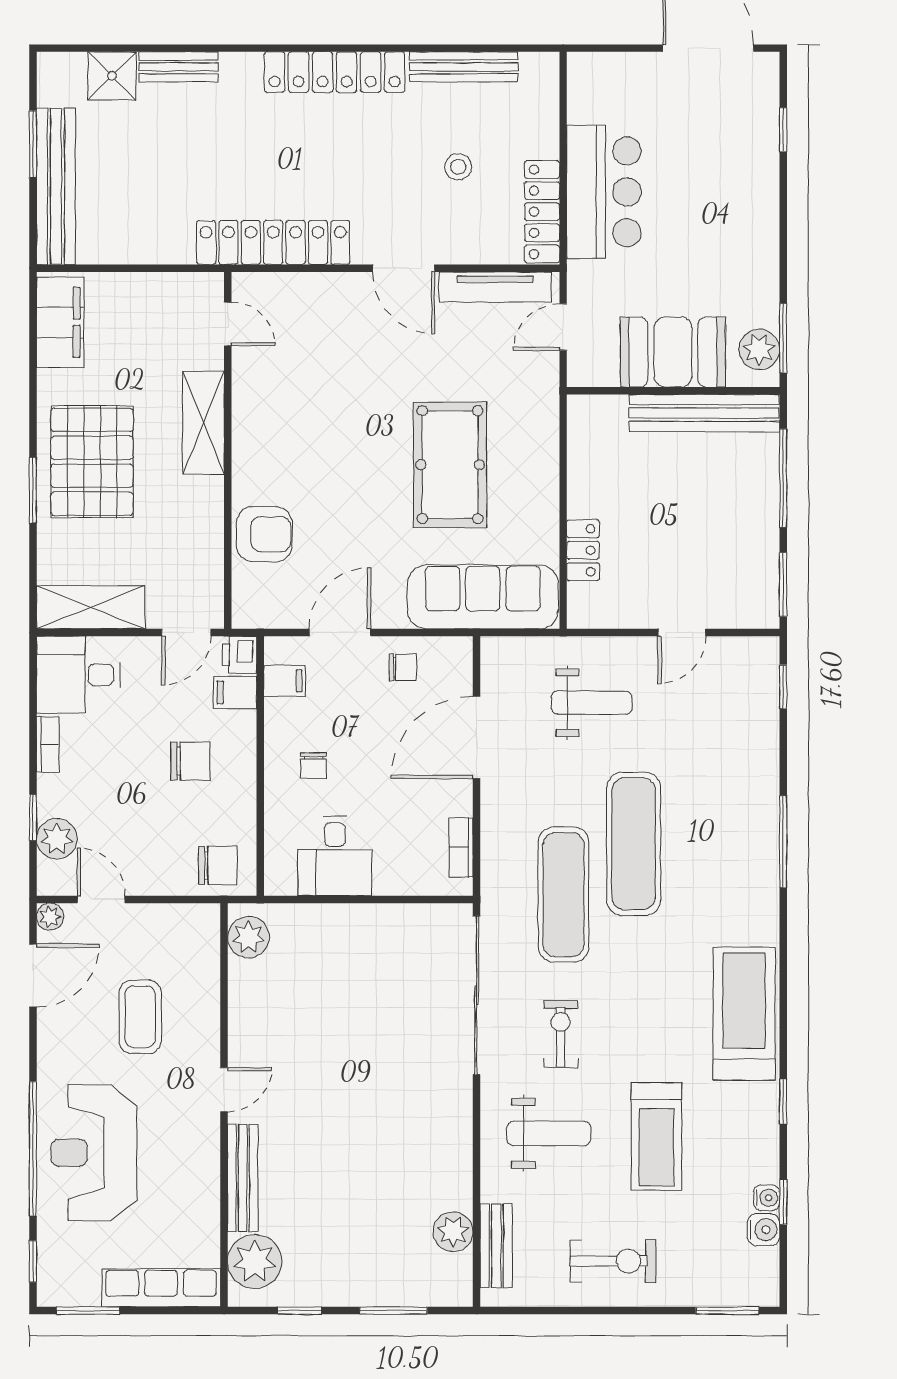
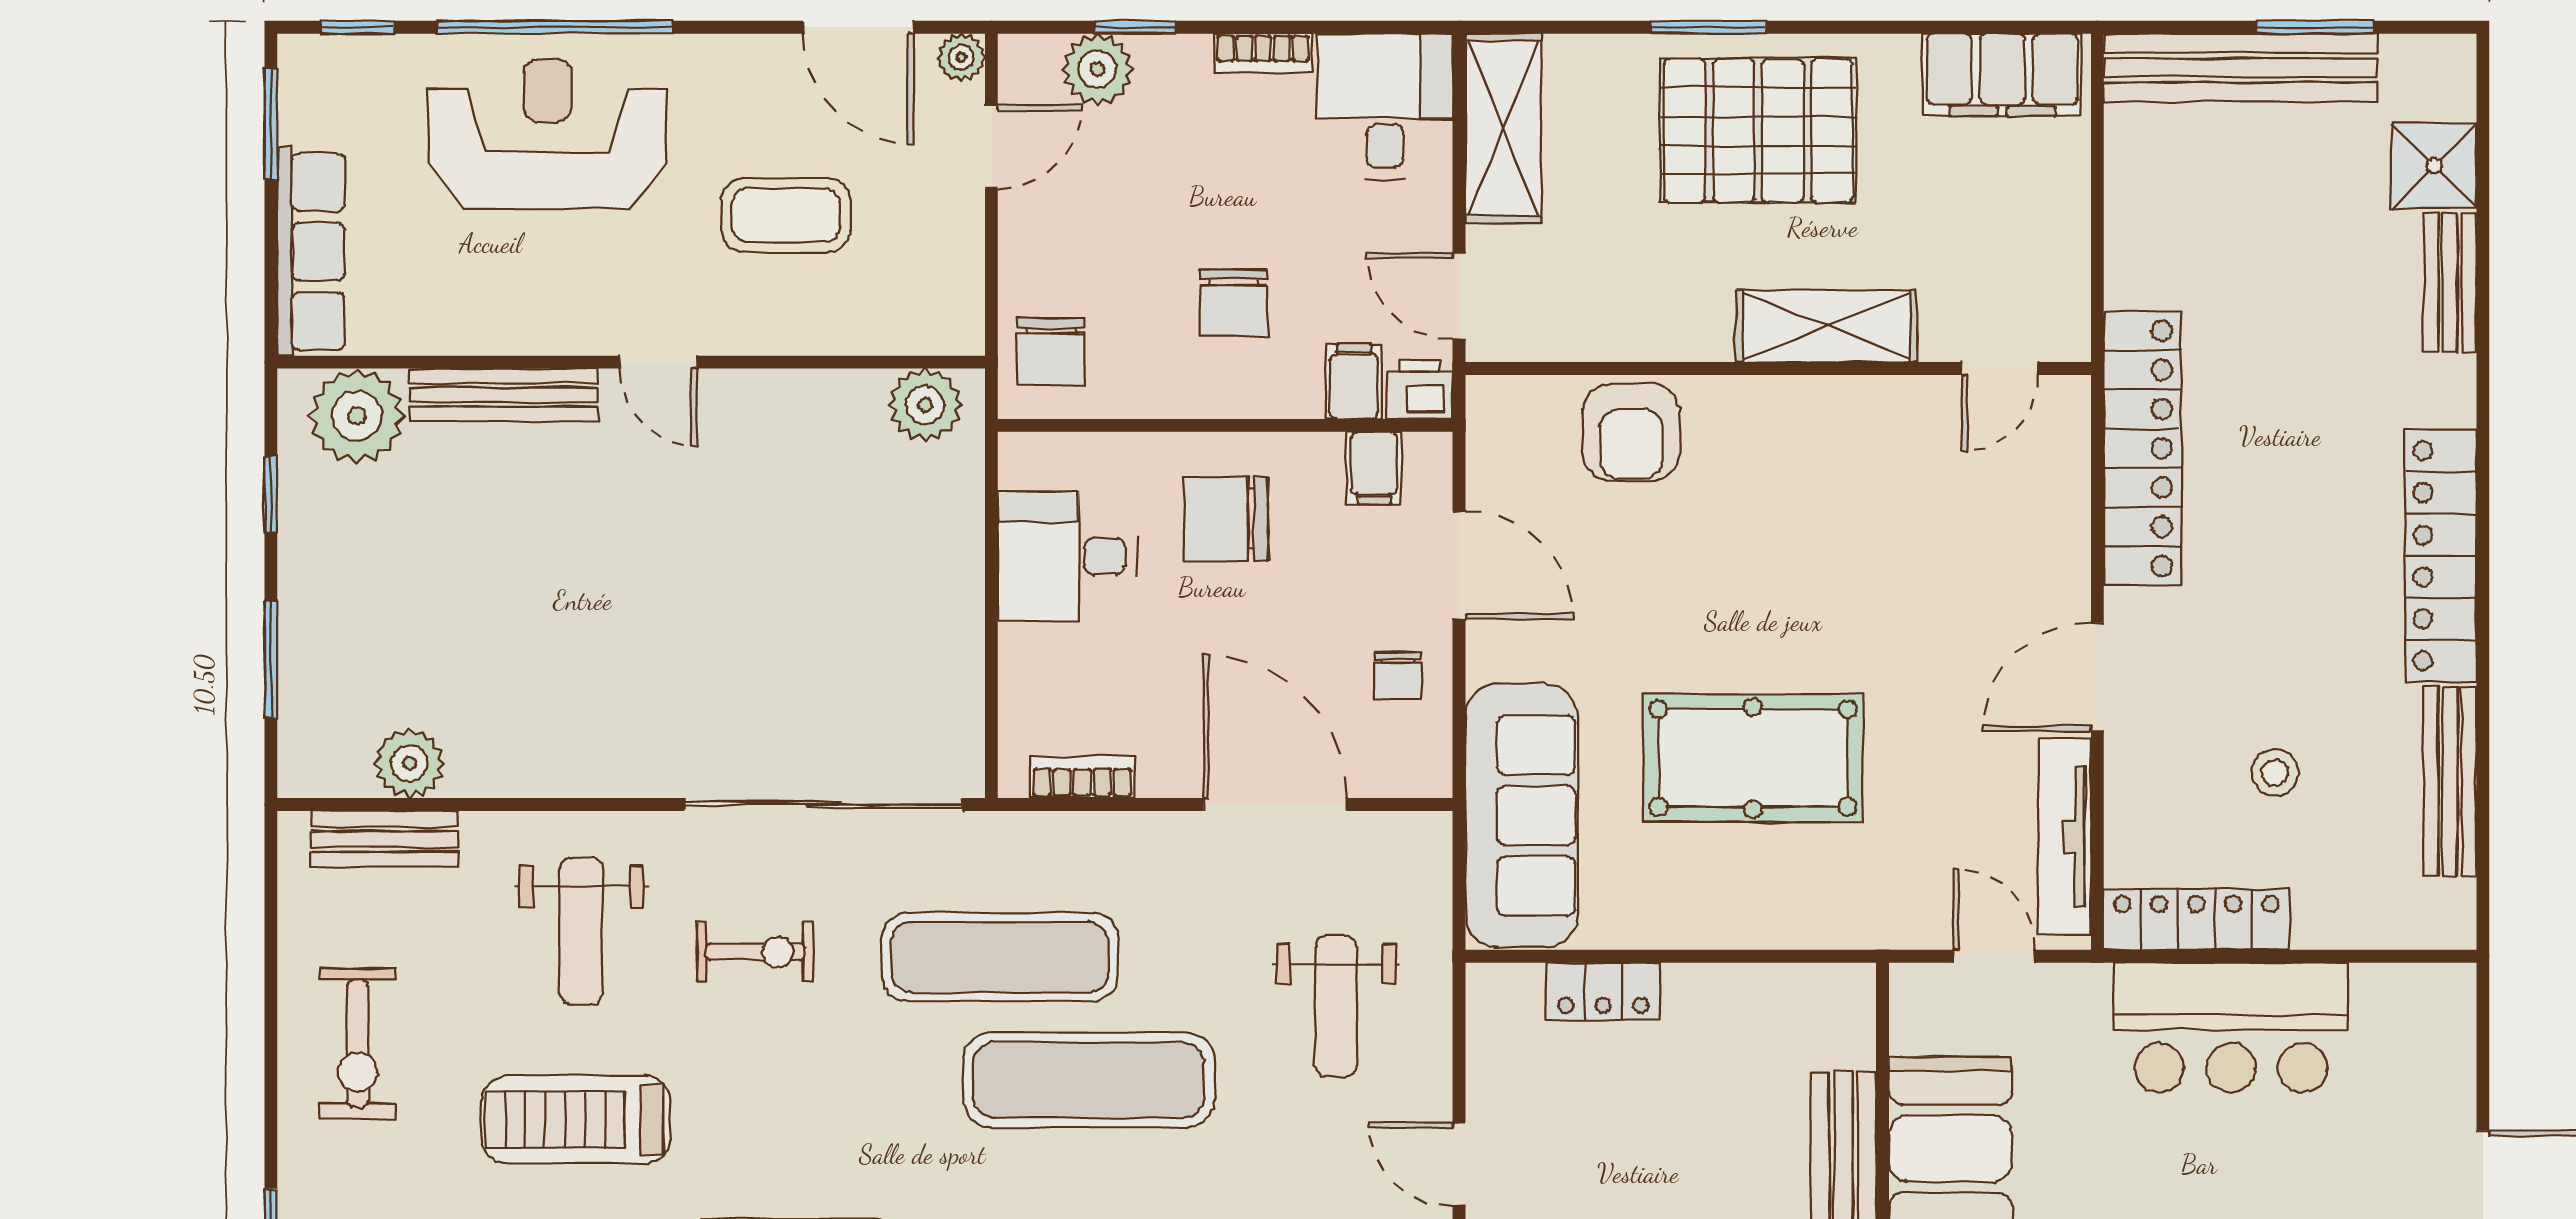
chair: (313, 765) -> (1226, 519), width x1.87, depth x1.87

